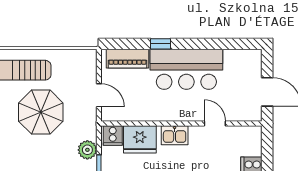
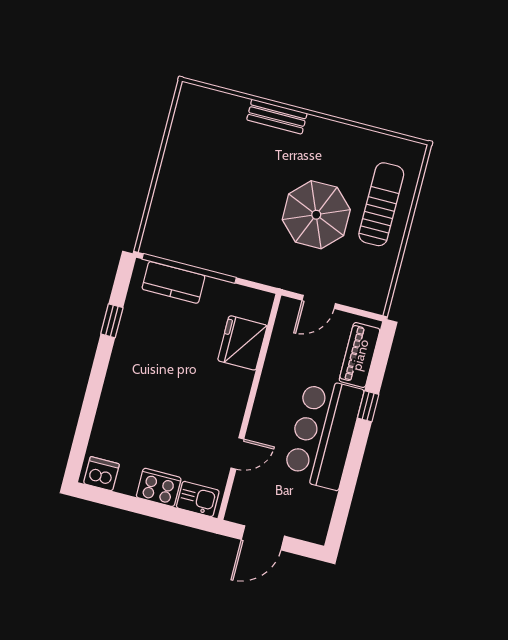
cooker: (113, 135) -> (258, 307), removed
kitchen sink: (175, 135) -> (198, 499), moved, turned 90
plant: (87, 150) -> (247, 266), removed

